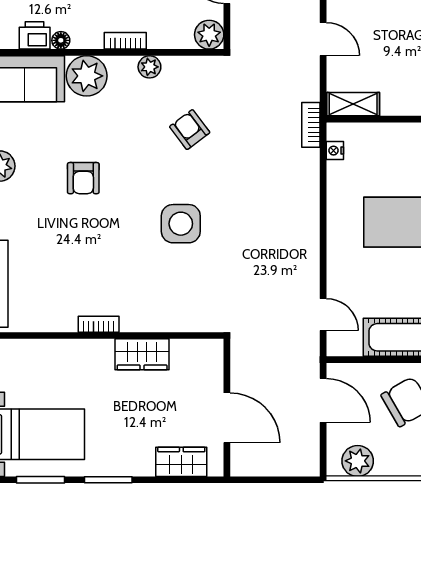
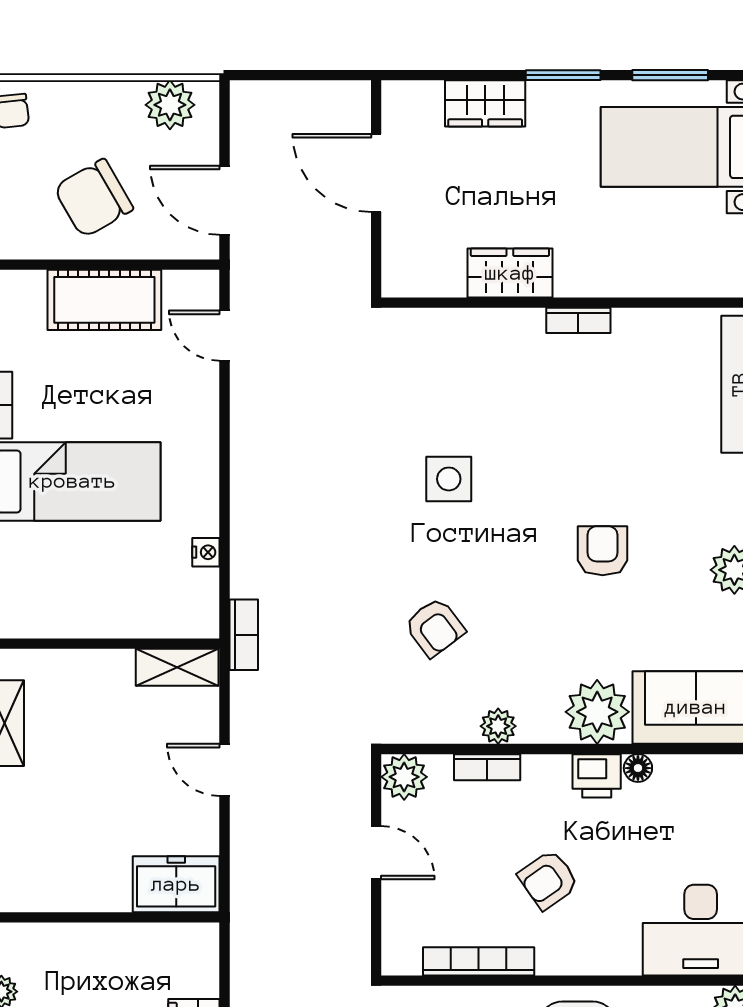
printer: (35, 35) -> (597, 776), moved
bookcase: (125, 41) -> (487, 767), moved
nightstand: (335, 151) -> (206, 552), moved
side table: (181, 224) -> (449, 479), width x0.73, depth x0.73
wardrobe: (181, 462) -> (485, 103), moved

